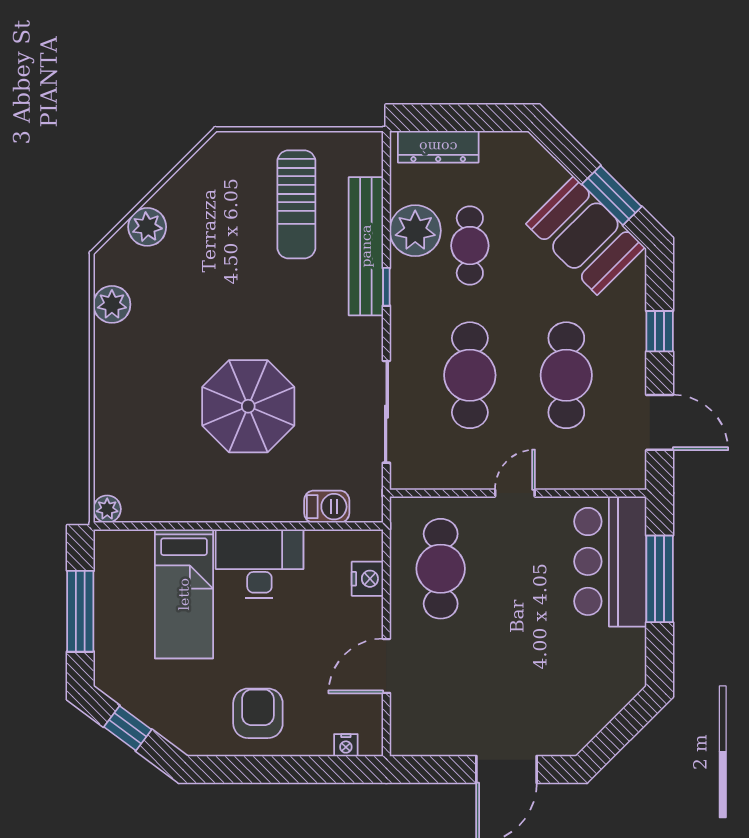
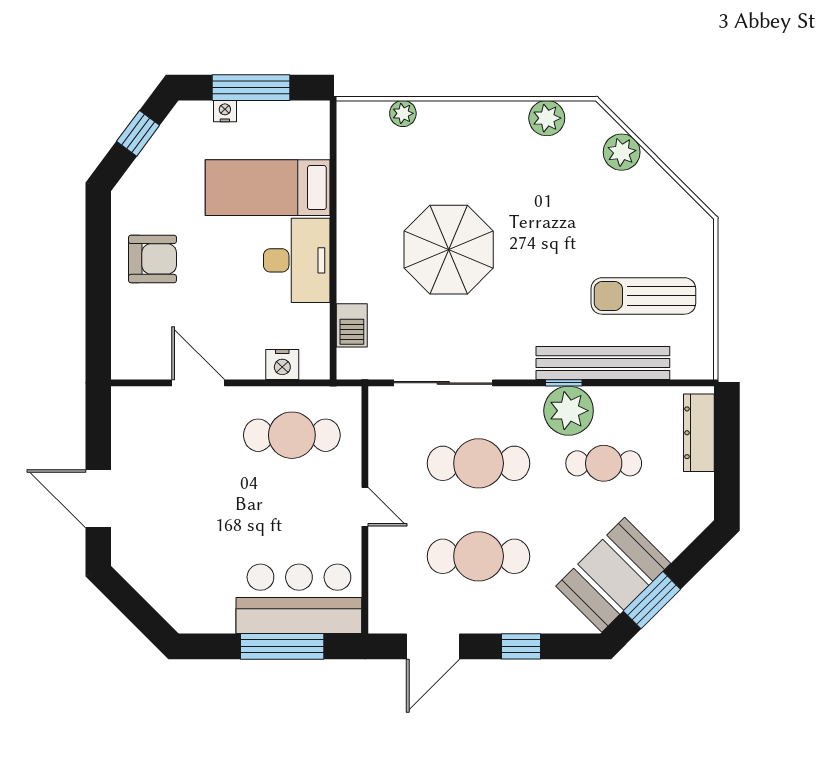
plant: (415, 231) -> (569, 411), moved
plant: (107, 509) -> (403, 113), moved
nightstand: (346, 745) -> (225, 111), moved, turned 90

